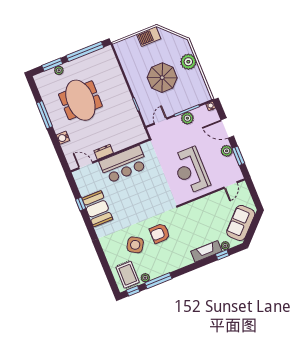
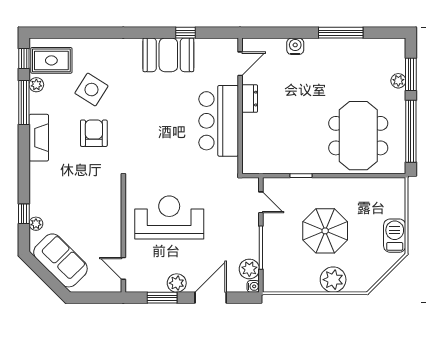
meeting table: (80, 100) -> (358, 136), moved, turned 90
plant: (187, 118) -> (249, 269), moved
fireplace: (206, 251) -> (39, 138), moved

